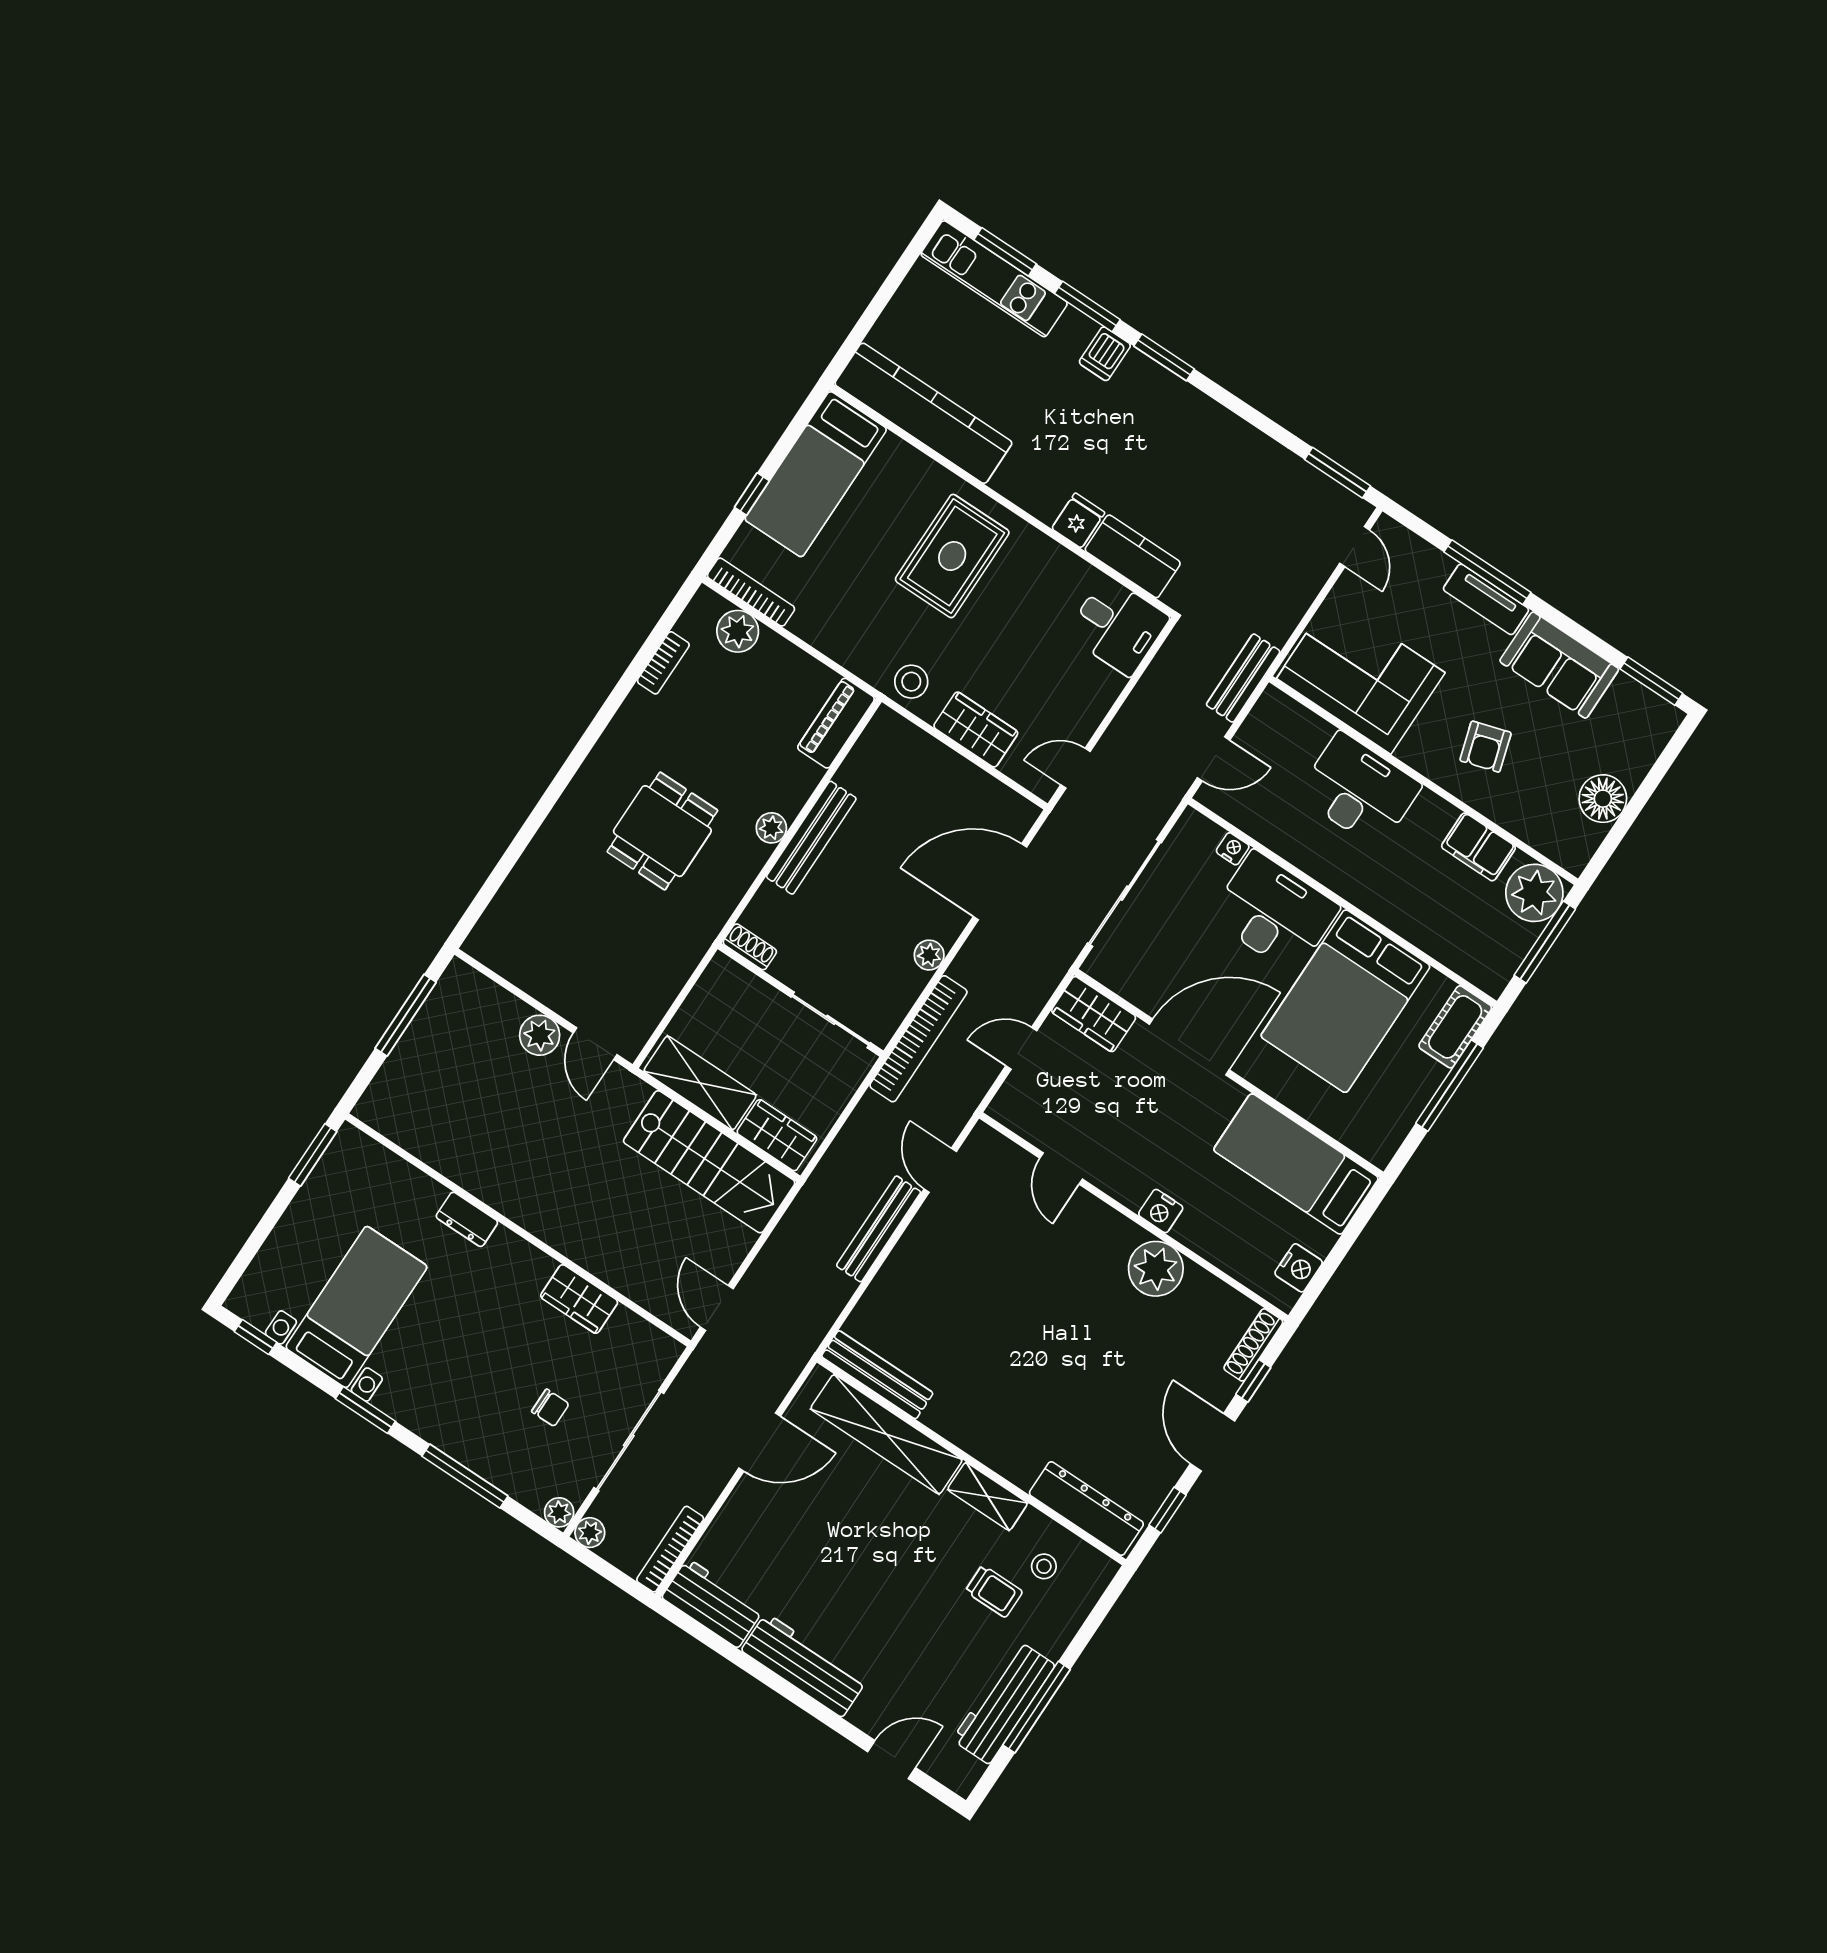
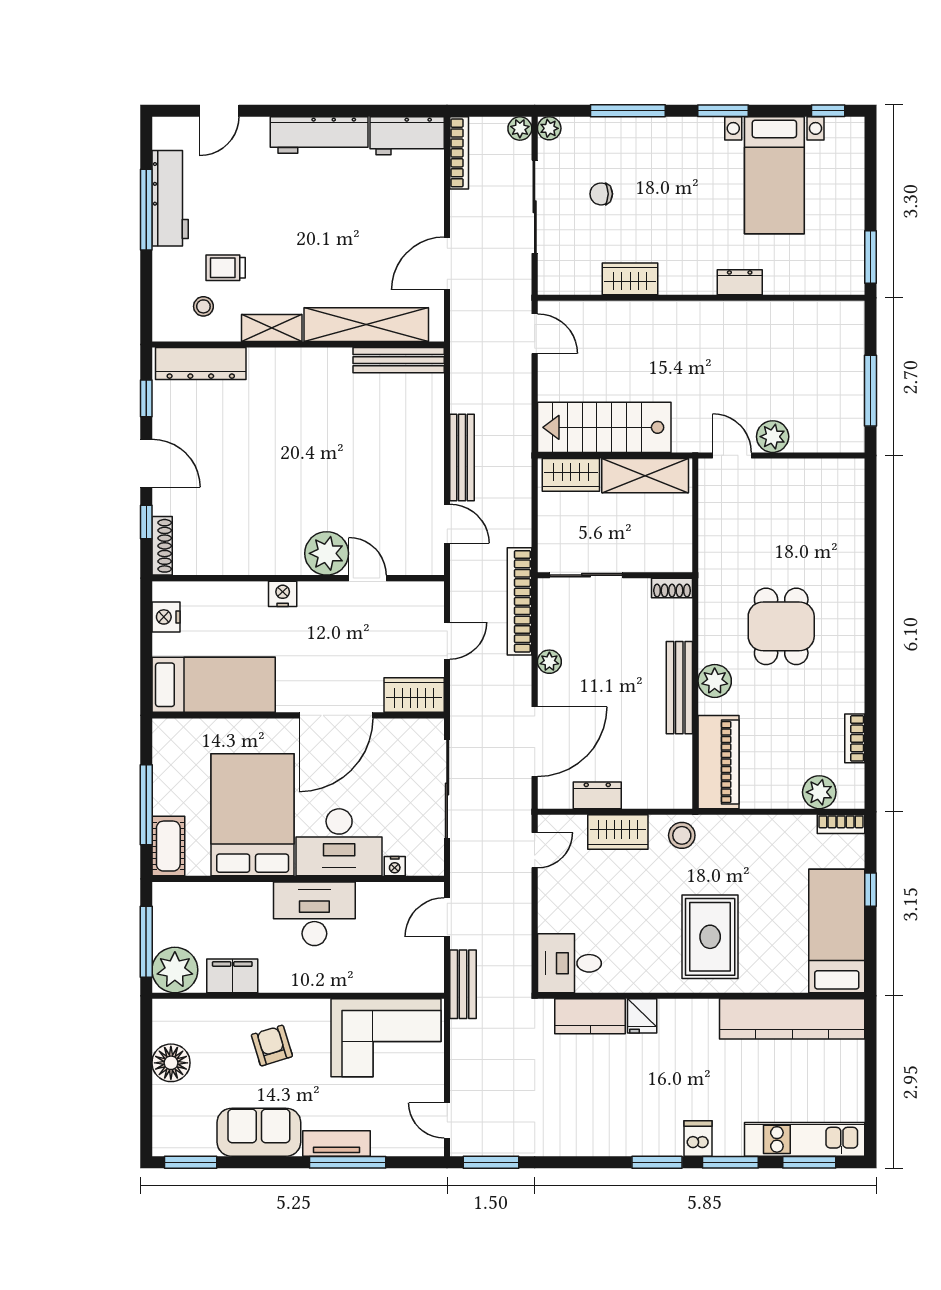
bookcase: (751, 592) -> (841, 824), width x0.64
piano: (836, 723) -> (718, 762), width x1.37, depth x1.33
dresser: (972, 782) -> (597, 795), added
desk: (1359, 790) -> (314, 914), moved, turned 180
plant: (771, 828) -> (715, 681), width x1.38, depth x1.38
plant: (1156, 1269) -> (327, 553), moved

